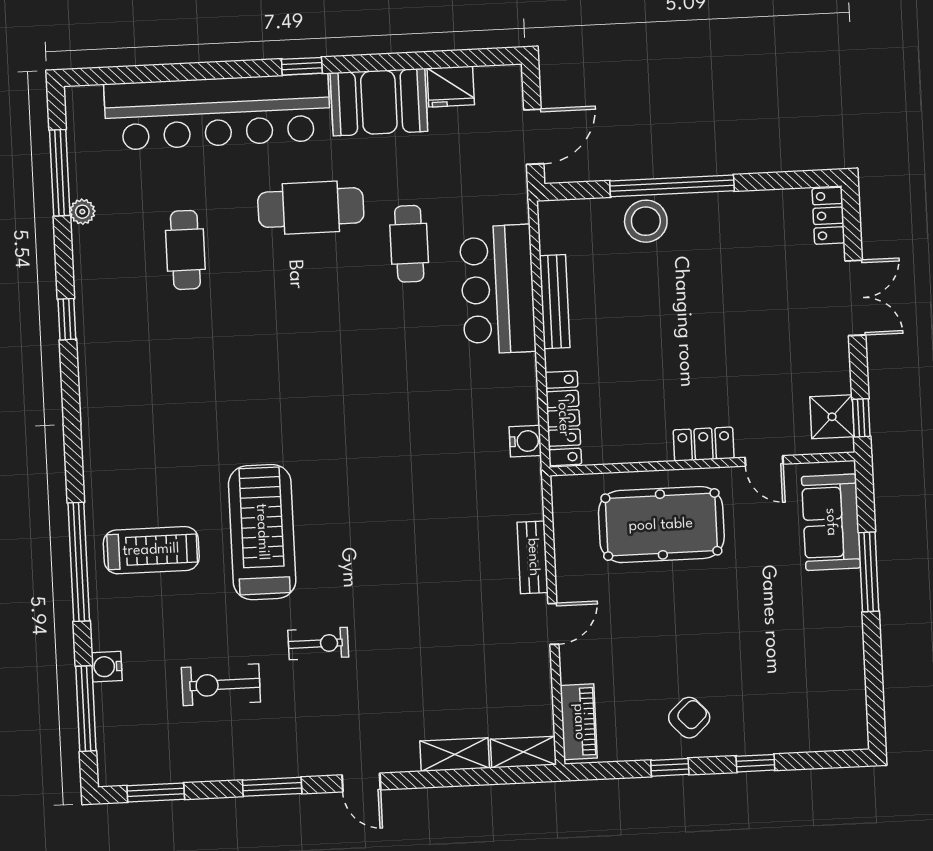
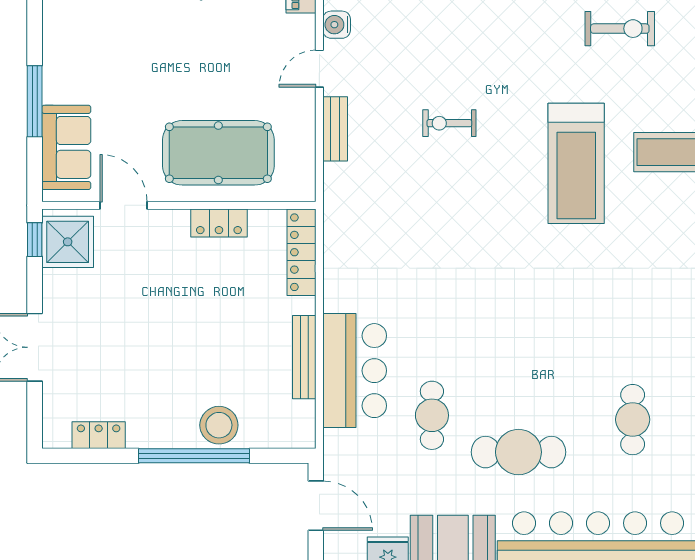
door: (534, 137) -> (316, 506), swing flipped
locker: (828, 216) -> (99, 435), moved, turned -90
shower: (832, 417) -> (68, 242), width x1.36, depth x1.36
water cooler: (525, 441) -> (337, 25), moved
locker: (704, 444) -> (219, 223), moved
door: (764, 461) -> (124, 205), width x1.38
exercise bike: (318, 644) -> (449, 123), moved

